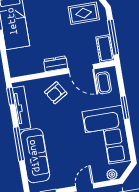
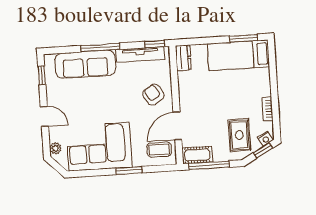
dresser: (56, 64) -> (183, 58), moved

